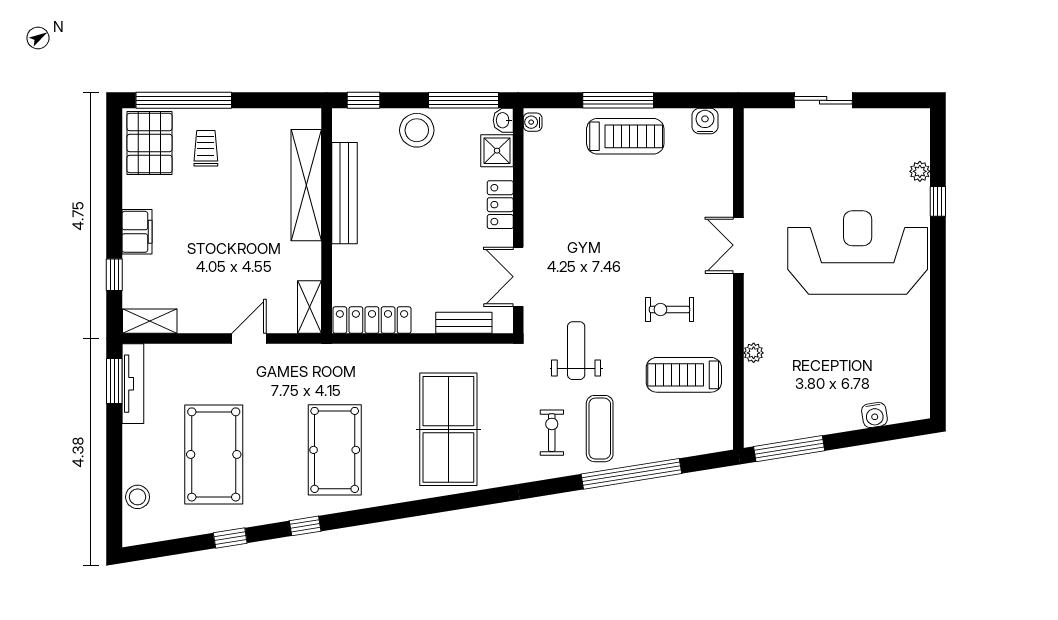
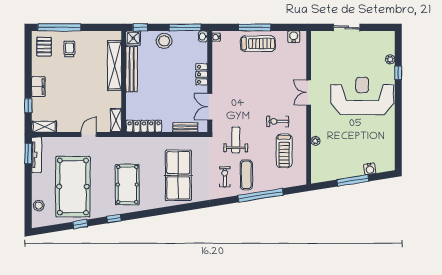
pallet: (150, 143) -> (44, 47), width x0.67, depth x0.71
shower: (497, 151) -> (133, 38), moved
treadmill: (684, 375) -> (284, 151), turned -90
window: (789, 449) -> (353, 181), moved
pool table: (214, 454) -> (73, 187), width x1.36, depth x1.32

